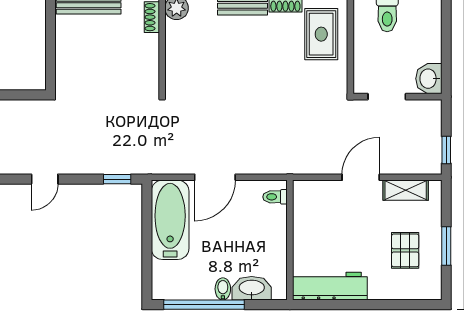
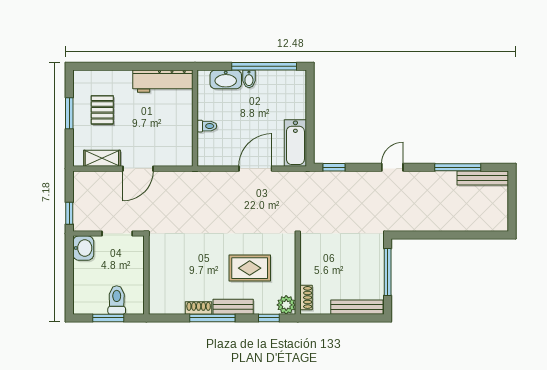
rug: (321, 34) -> (250, 268), moved, turned 90
window: (50, 49) -> (388, 272), added
window: (446, 150) -> (69, 213), moved
toilet: (275, 197) -> (207, 126), moved
bathtub: (170, 220) -> (295, 143), width x0.73, depth x0.73

